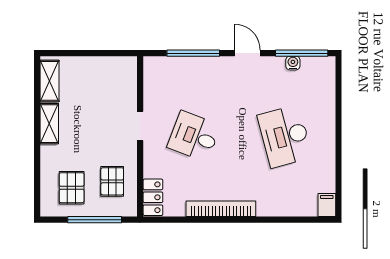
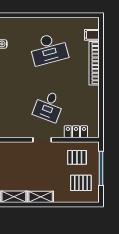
locker: (153, 197) -> (76, 132), moved
filing cabinet: (327, 205) -> (92, 35), moved
bookcase: (221, 209) -> (94, 63), moved

